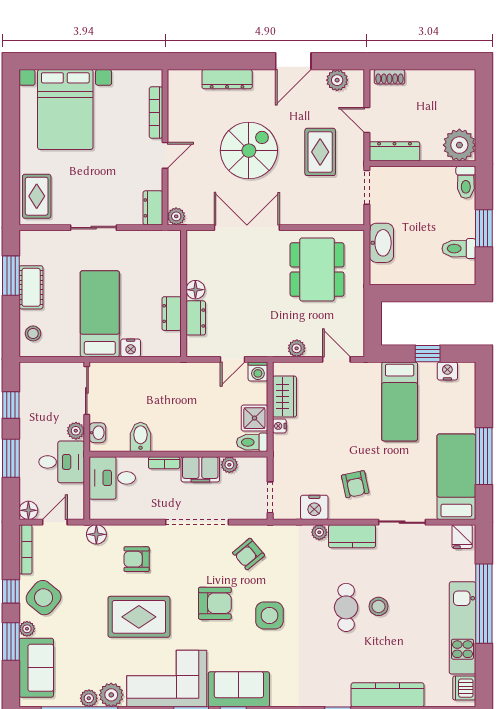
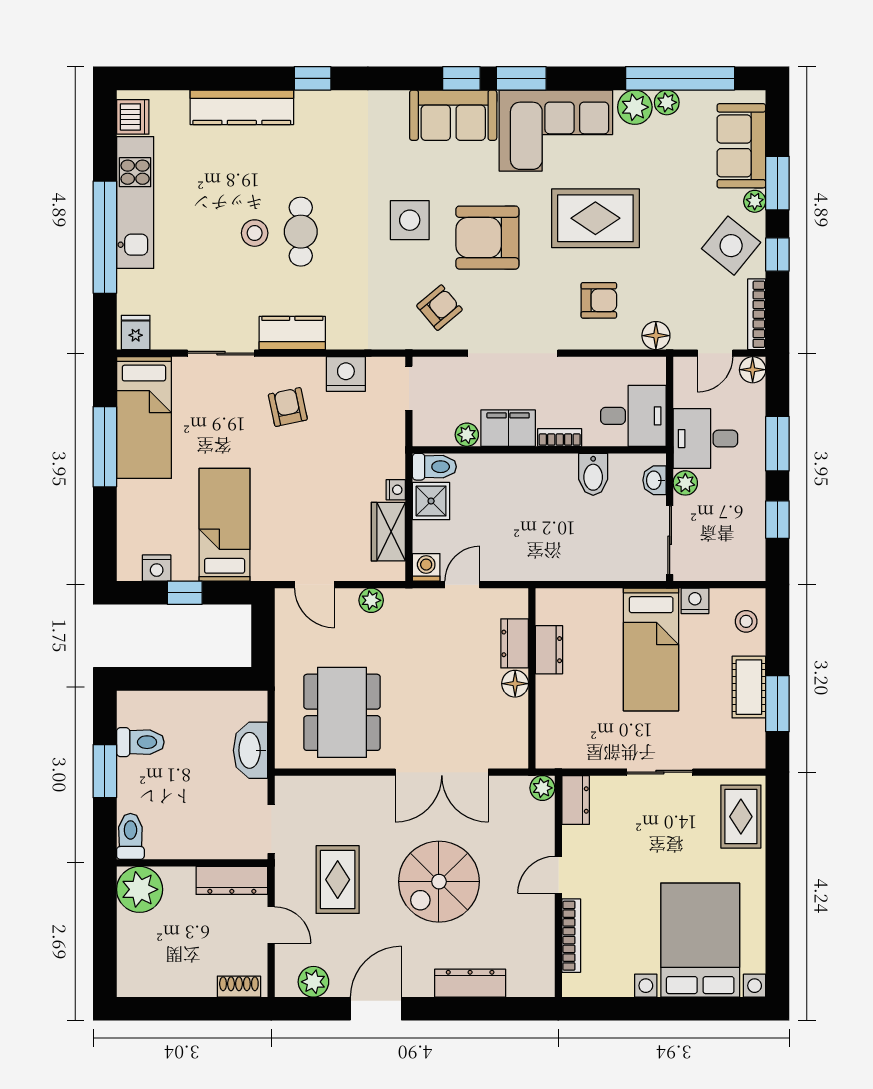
nightstand: (131, 348) -> (695, 601), moved
plant: (319, 532) -> (339, 339), removed
armchair: (215, 603) -> (487, 238), width x1.36, depth x1.36

